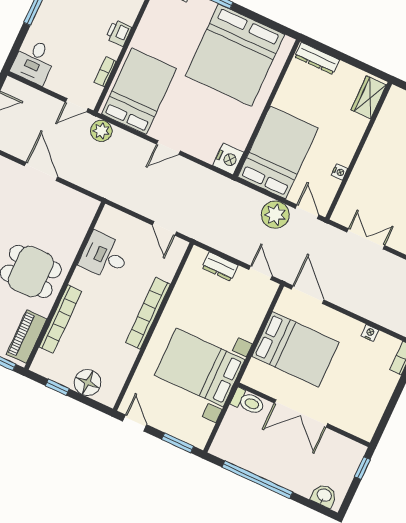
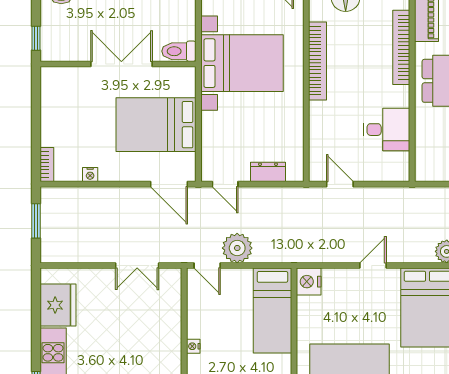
bed: (278, 152) -> (272, 310), width x0.67
nightstand: (340, 172) -> (193, 346), moved
bookcase: (148, 313) -> (318, 61), moved

